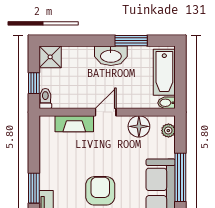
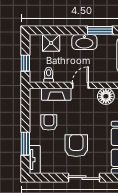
shower: (50, 57) -> (51, 43), moved
toilet: (45, 98) -> (49, 75), moved
armchair: (65, 160) -> (49, 122), added

